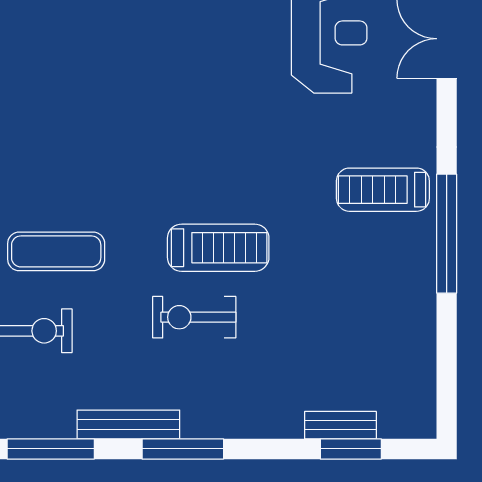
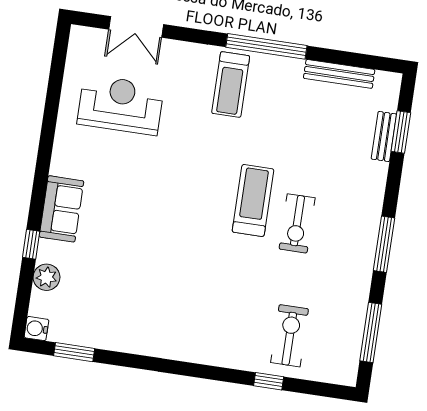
exercise mat: (56, 251) -> (239, 309), removed
bench: (128, 424) -> (339, 74), moved, turned 90

